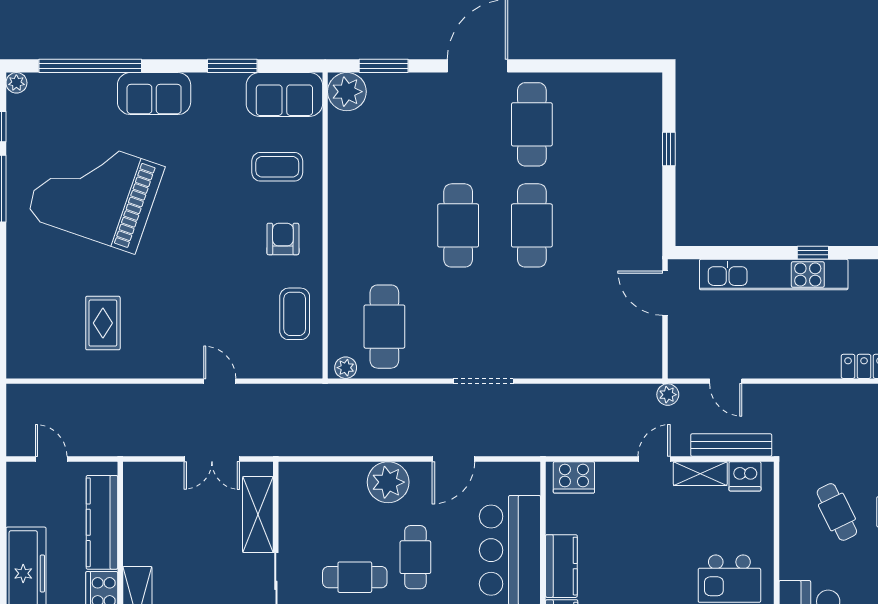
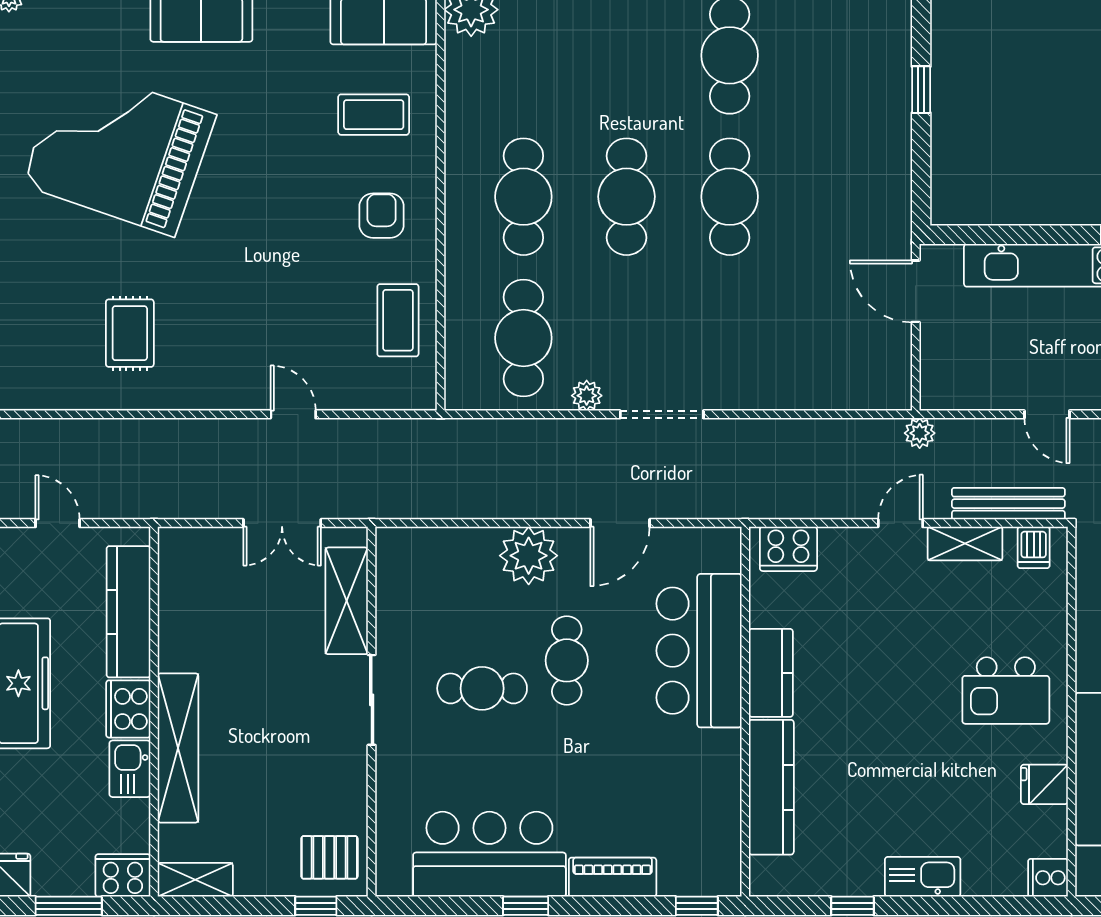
cafe table: (384, 225) -> (523, 197), added
plant: (346, 368) -> (587, 396), moved
door: (726, 381) -> (1047, 414), moved
dishwasher: (745, 476) -> (1034, 547), width x0.73

